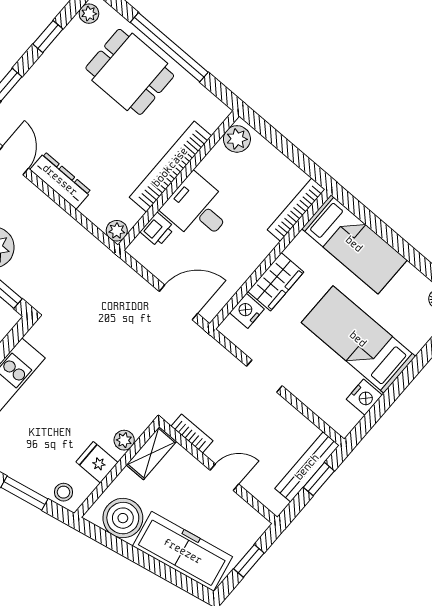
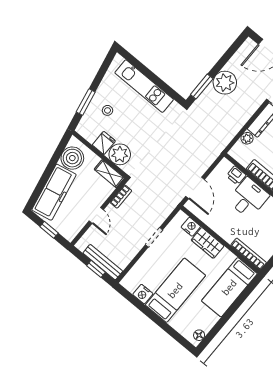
plant: (117, 231) -> (247, 138), moved
plant: (124, 440) -> (120, 154), width x1.88, depth x1.88
stool: (64, 492) -> (107, 110), moved

